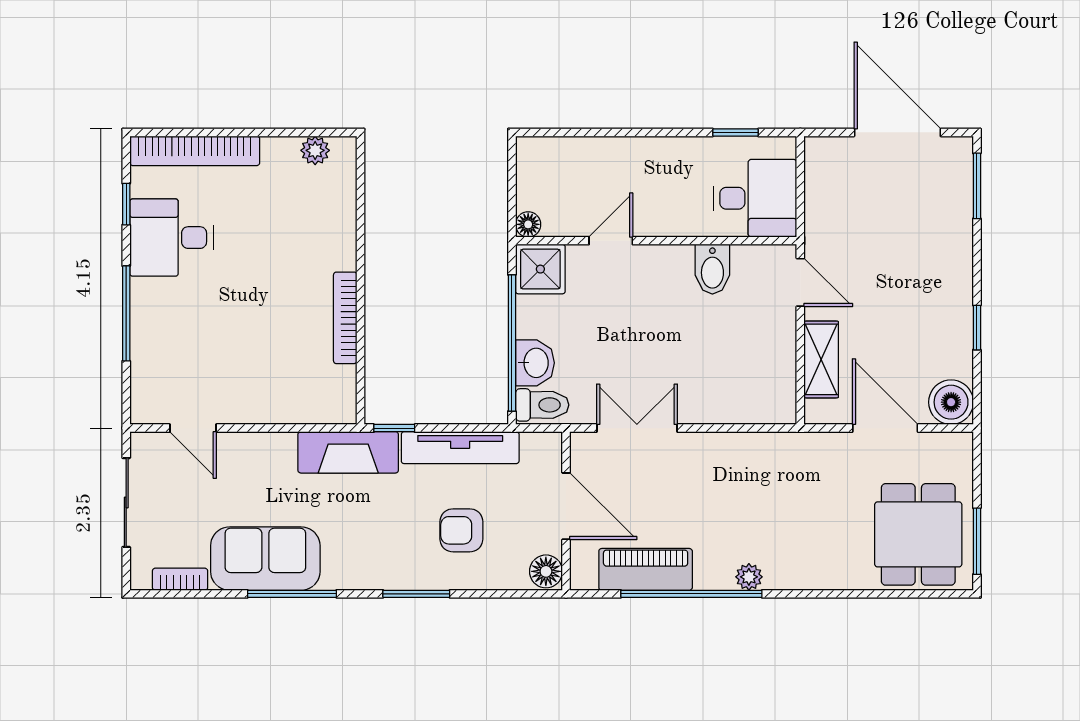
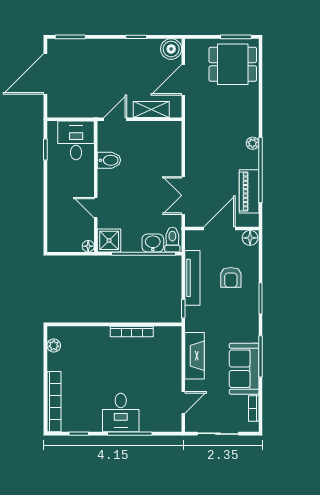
desk: (172, 238) -> (121, 412), moved
fireplace: (348, 452) -> (195, 356), moved

